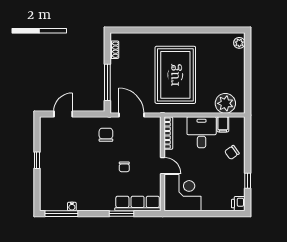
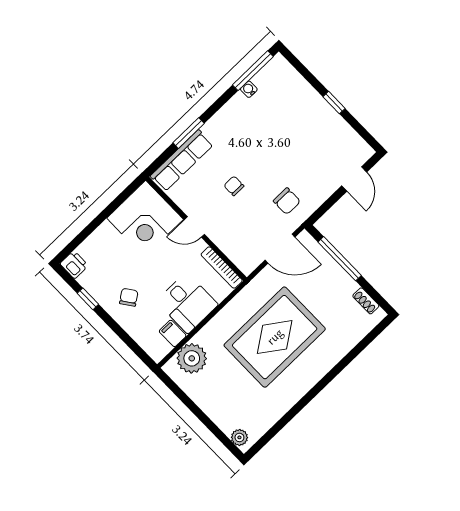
rug: (175, 75) -> (275, 337), turned 90
chair: (232, 152) -> (129, 297), moved

